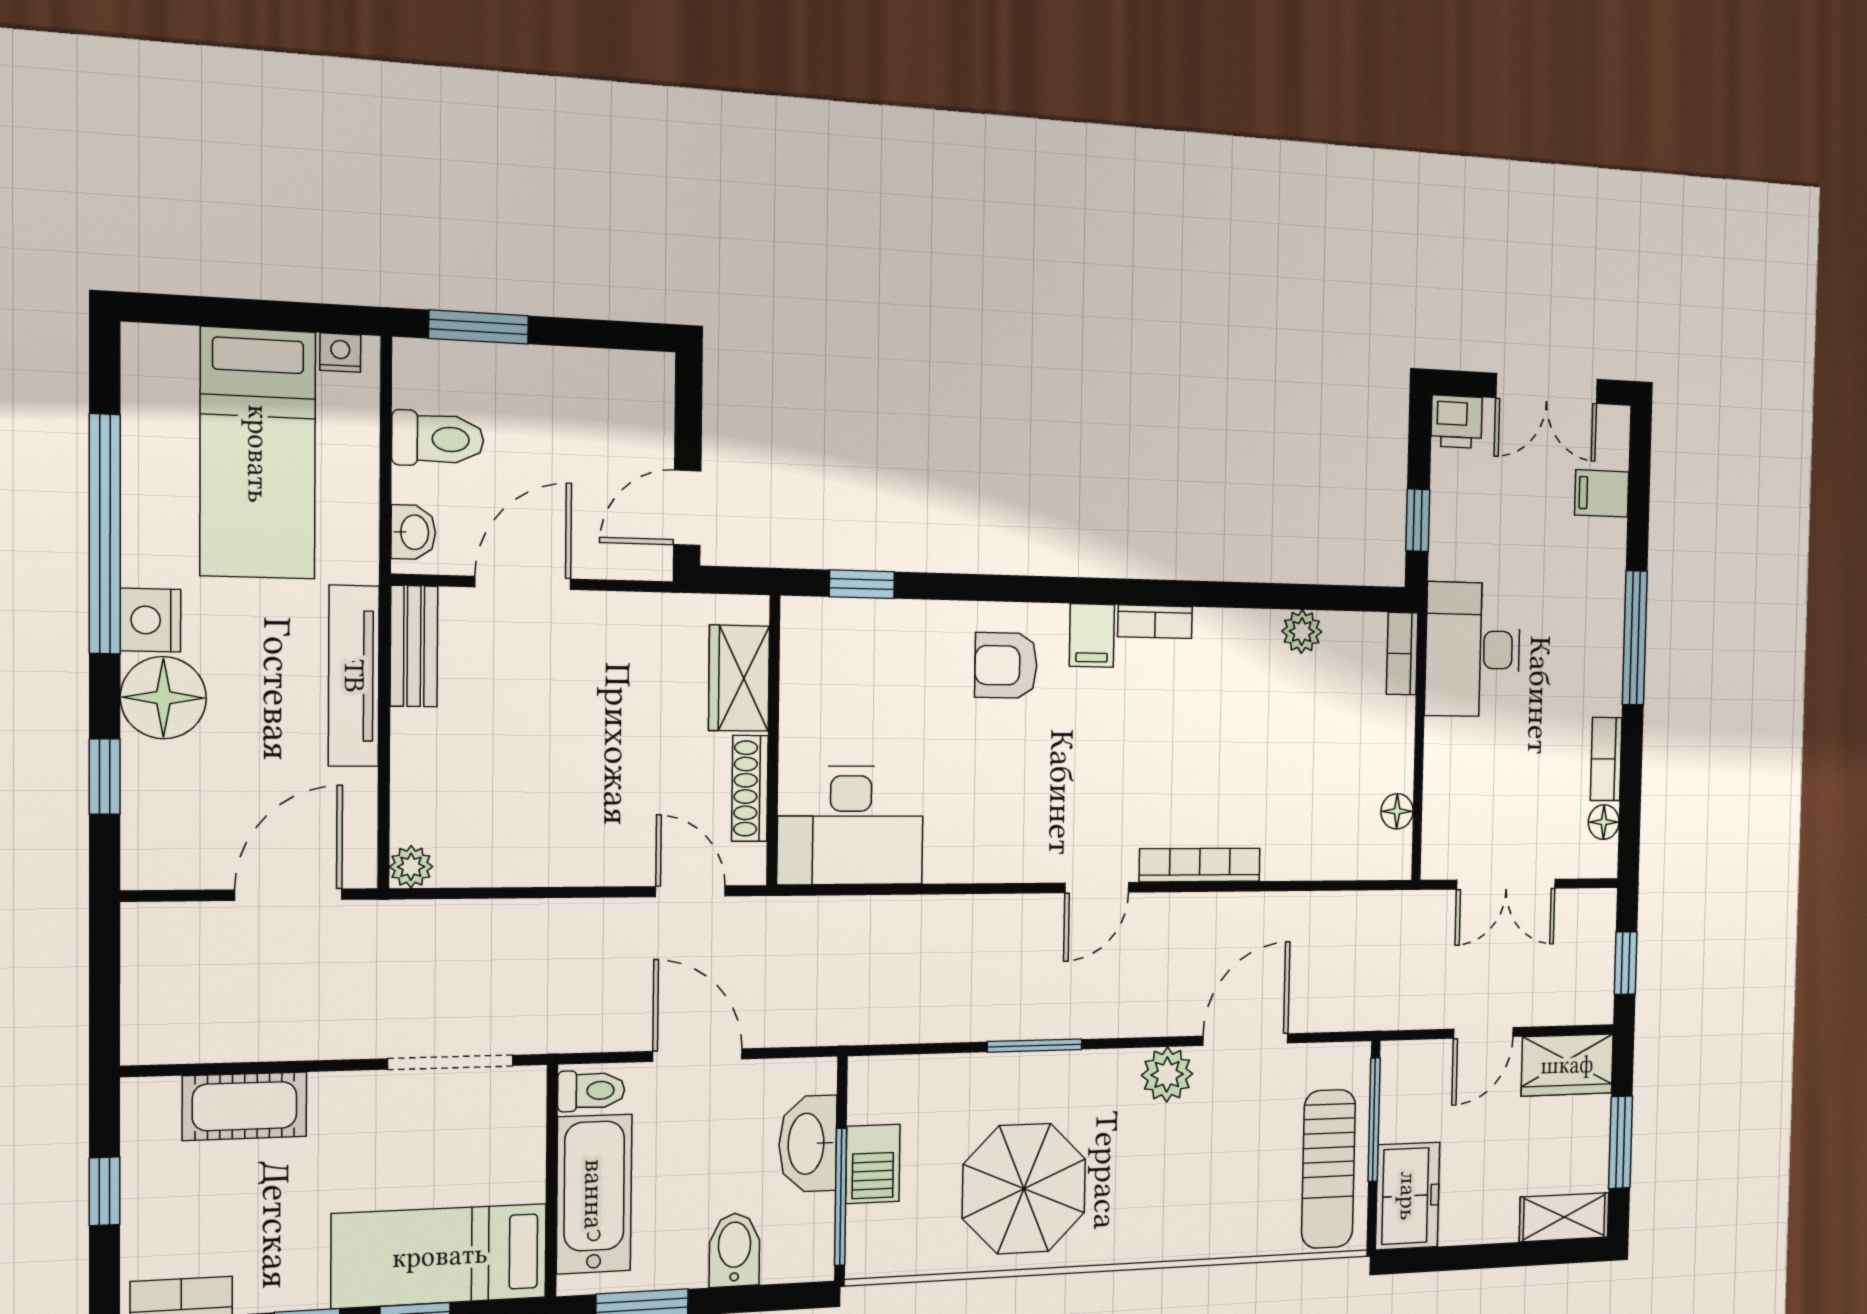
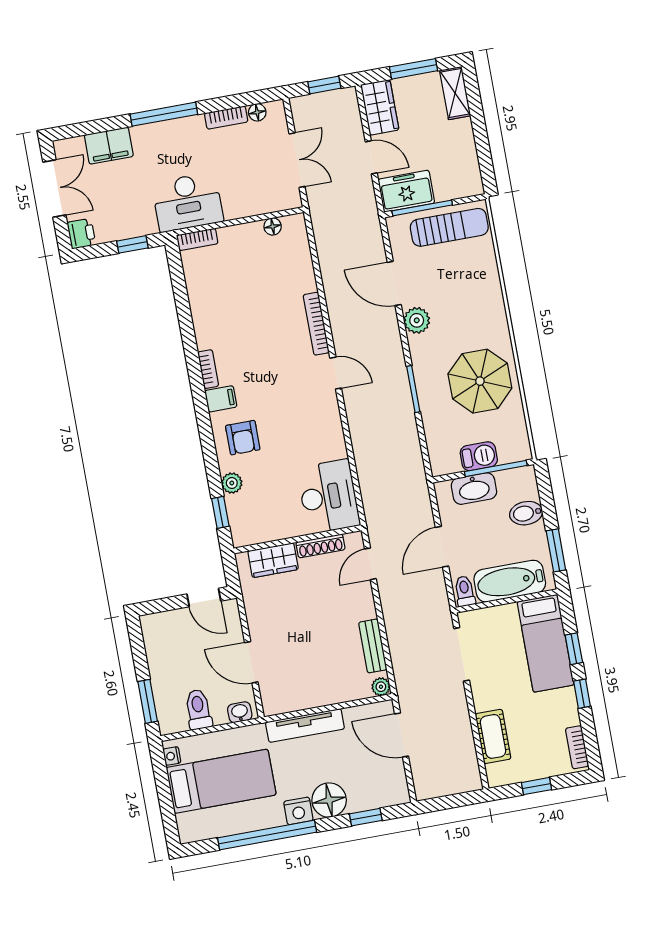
filing cabinet: (1602, 493) -> (109, 146), width x2.00
plant: (1302, 632) -> (232, 483), moved
bench: (414, 646) -> (373, 646), moved, turned 90
freezer: (1408, 1196) -> (406, 191), moved

